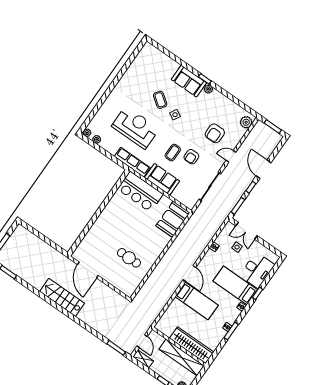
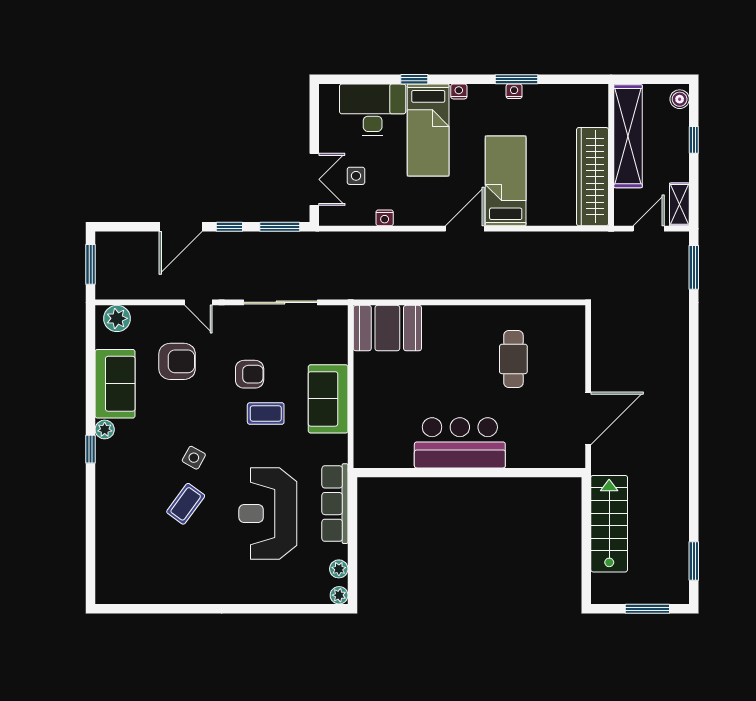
sofa: (189, 81) -> (115, 384), moved
row of seats: (132, 162) -> (335, 504), moved
bar counter: (140, 192) -> (460, 443), moved, turned -90
stairs: (62, 297) -> (609, 524), moved, turned 180
wardrobe: (192, 345) -> (592, 177), moved

